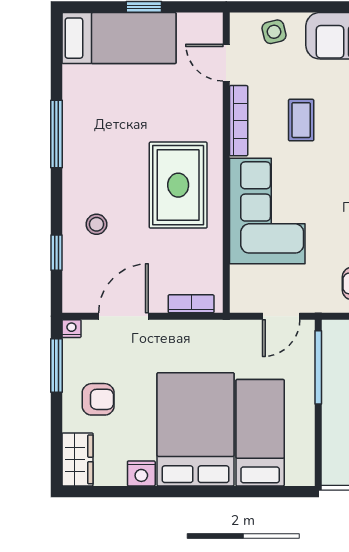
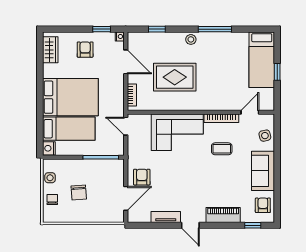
rug: (178, 185) -> (175, 77), moved
stool: (96, 224) -> (191, 39), moved
door: (281, 316) -> (126, 126), moved
window: (56, 366) -> (102, 29), width x0.67
armchair: (98, 399) -> (85, 50), turned 180
wardrobe: (77, 459) -> (50, 50), moved, turned -90
nightstand: (141, 473) -> (49, 148), moved

